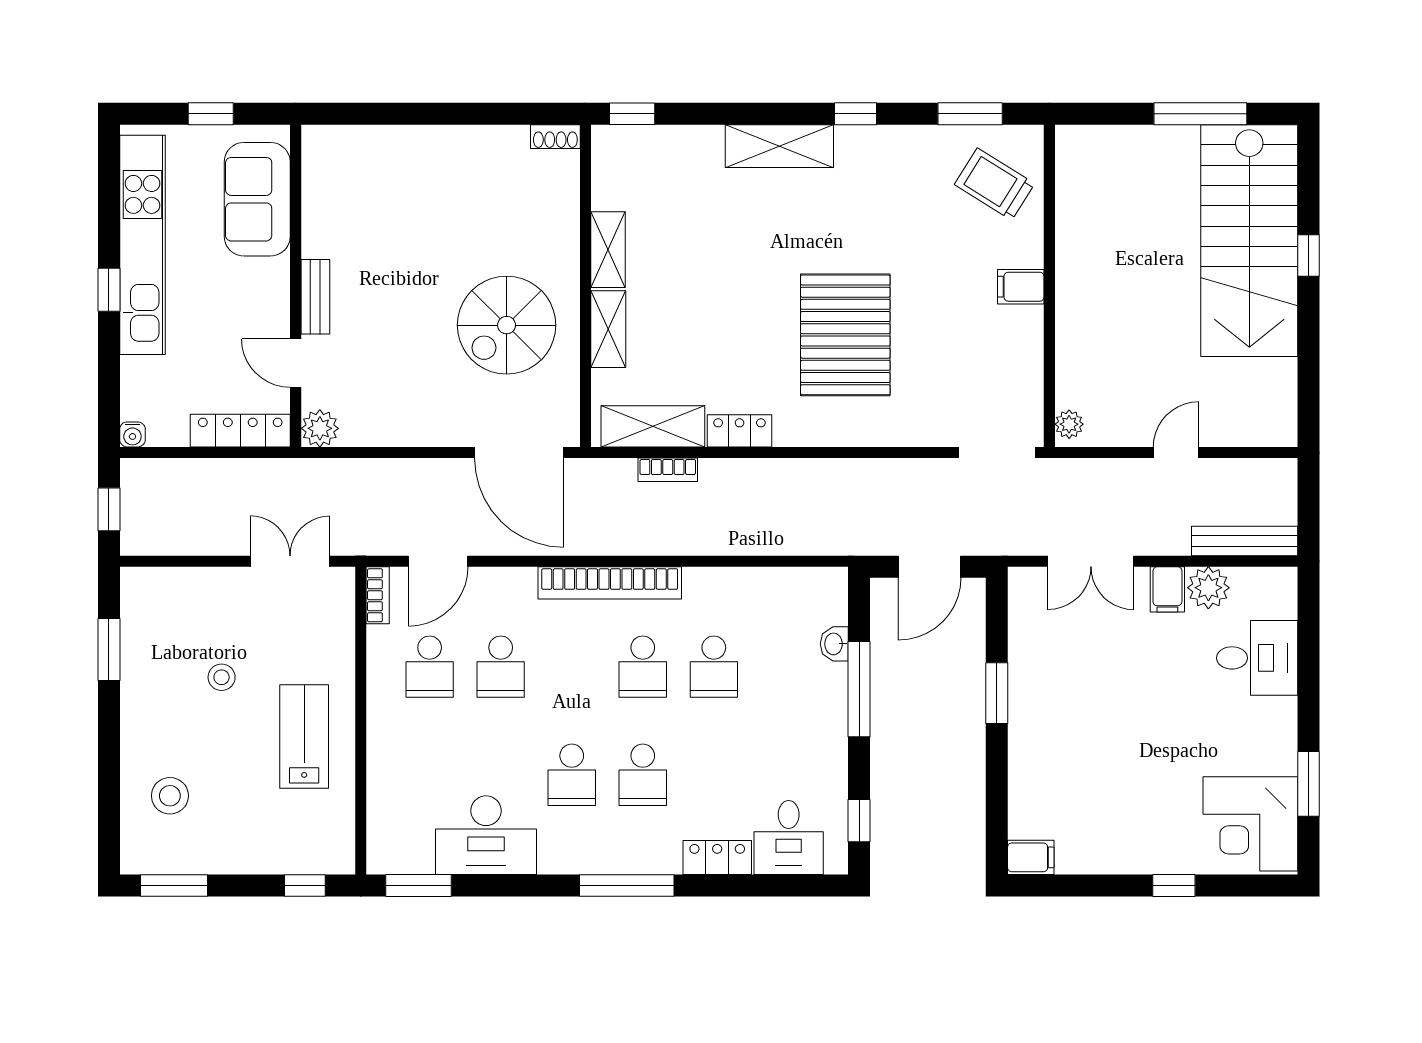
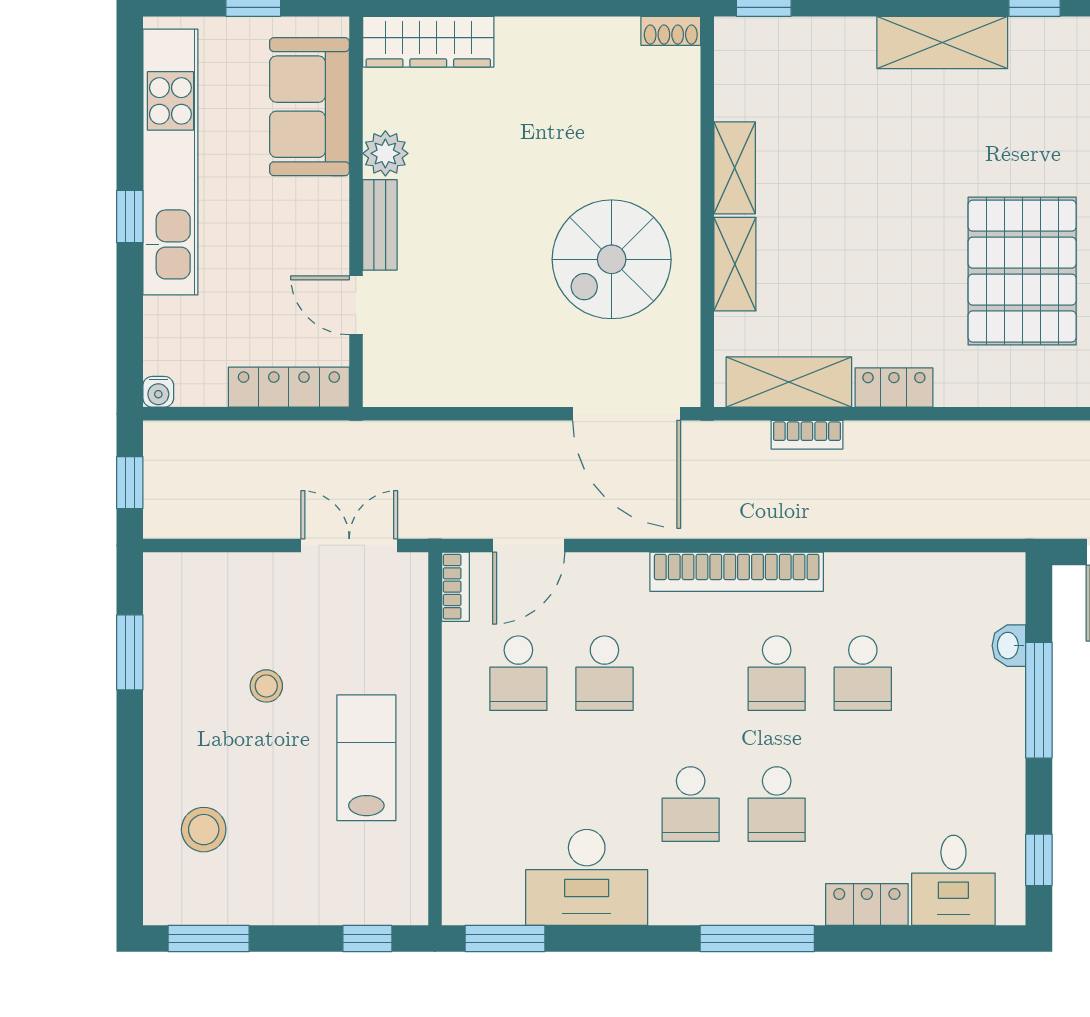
wardrobe: (355, 146) -> (428, 42), added
plant: (320, 428) -> (385, 153), moved

